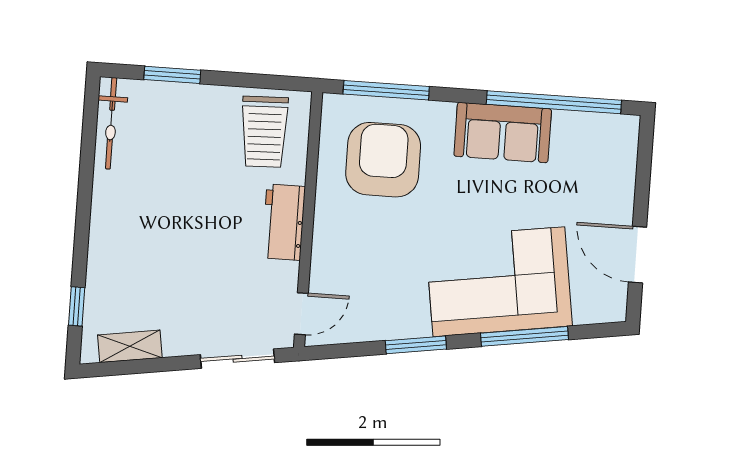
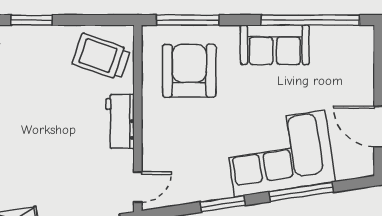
trolley: (264, 132) -> (101, 57), turned 111

